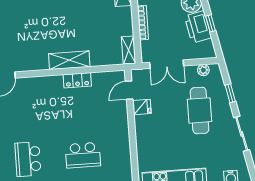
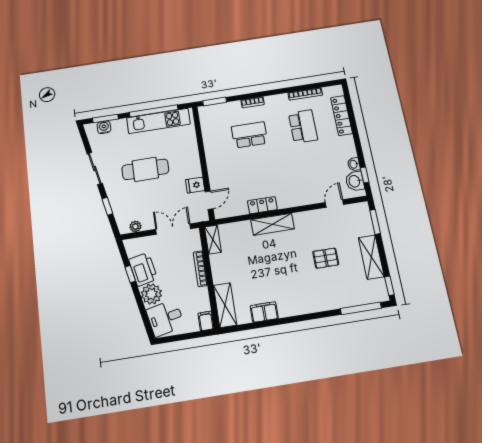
pallet: (22, 22) -> (326, 258), added
cafe table: (199, 110) -> (145, 169), moved, turned 90

